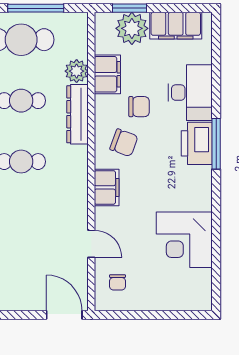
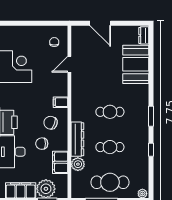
filing cabinet: (107, 187) -> (61, 102), width x0.50
door: (91, 244) -> (69, 64), hinge flipped
door: (64, 315) -> (100, 23), moved

